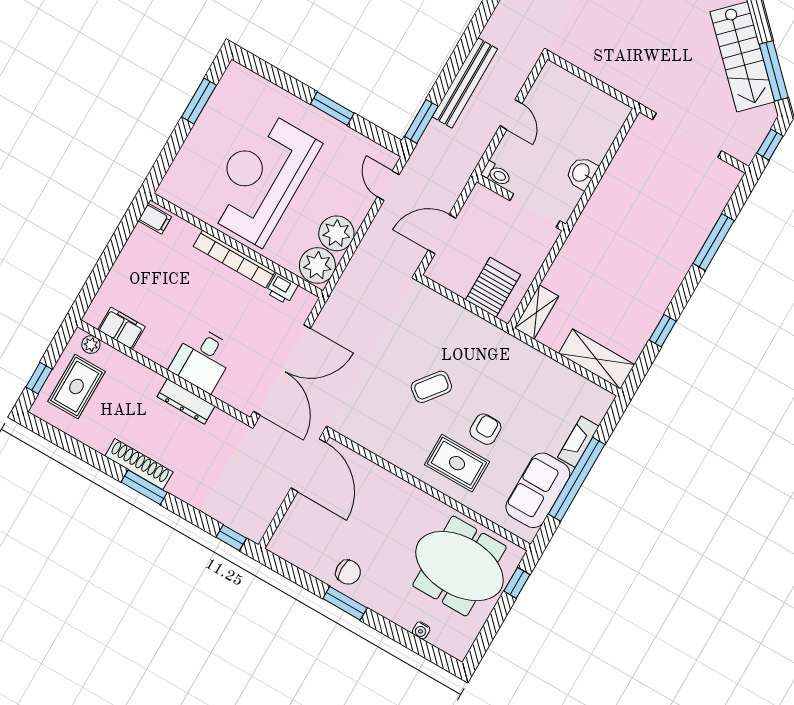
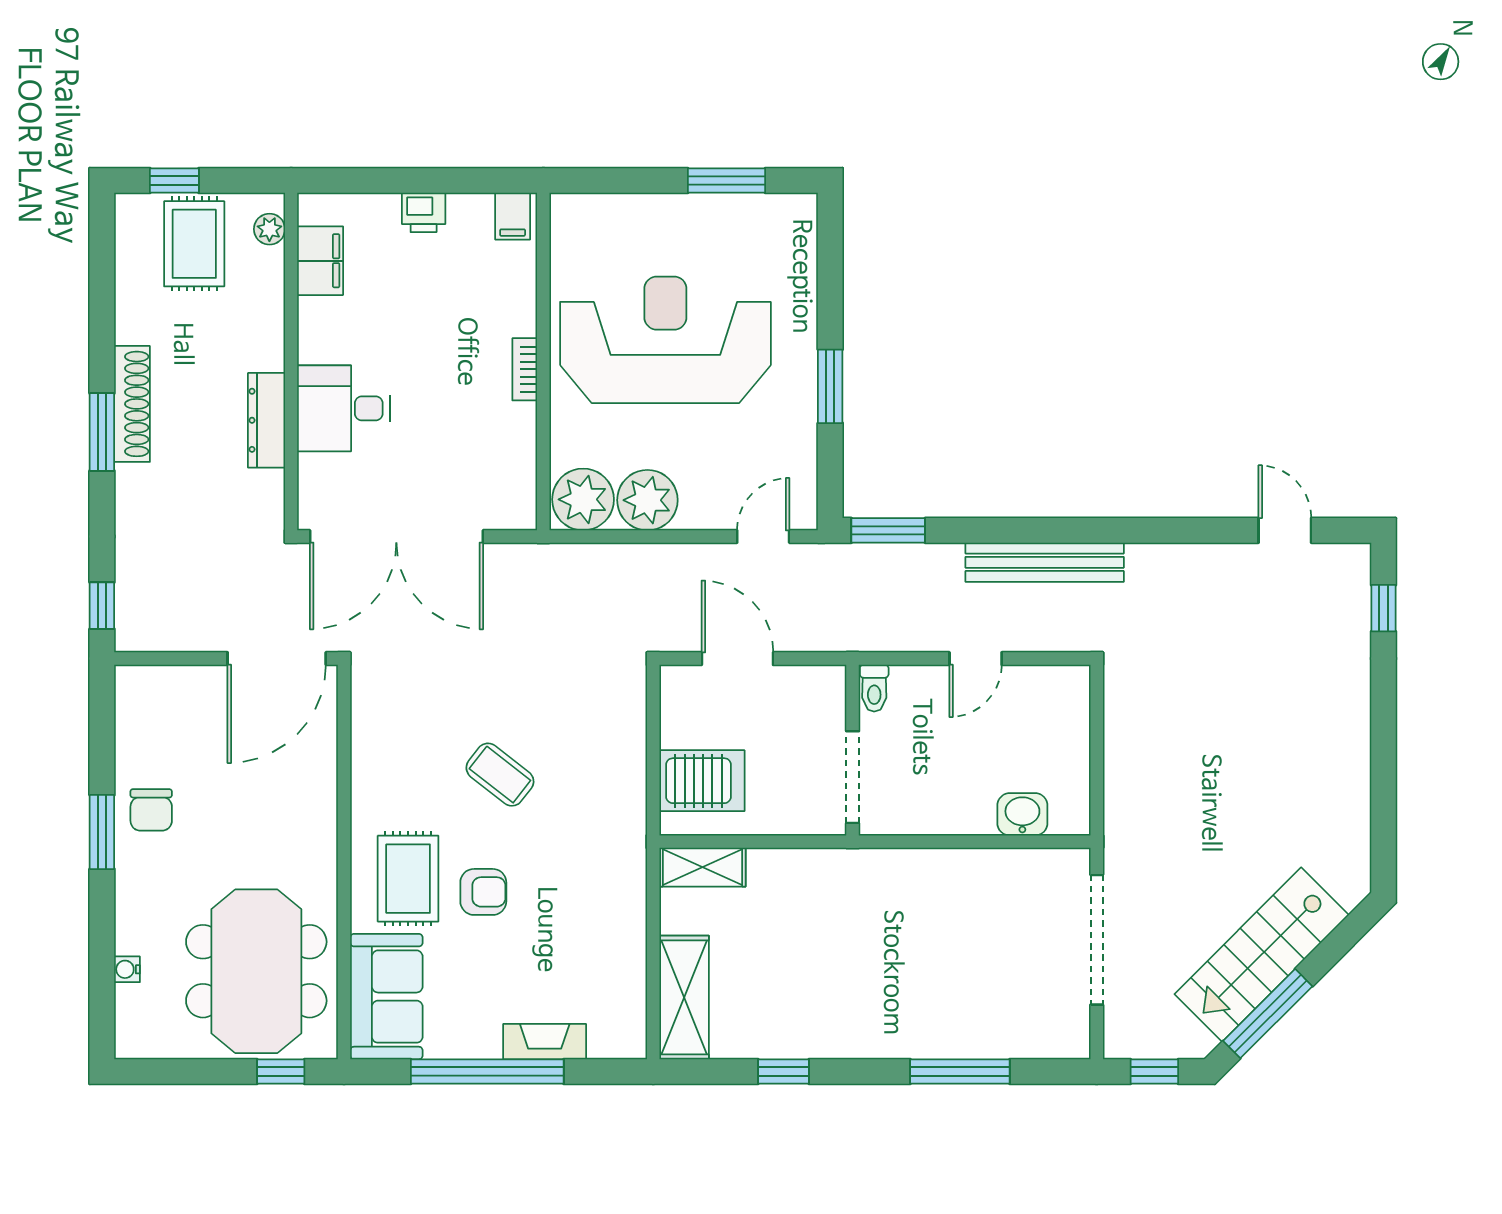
bench: (465, 83) -> (1045, 562), moved
washbasin: (582, 173) -> (1022, 814), moved
bookcase: (234, 259) -> (525, 369), width x0.43, depth x0.76
printer: (282, 289) -> (424, 212), moved, turned -90
rug: (76, 387) -> (194, 244), turned 90
sofa: (538, 490) -> (386, 997), moved, turned 90

